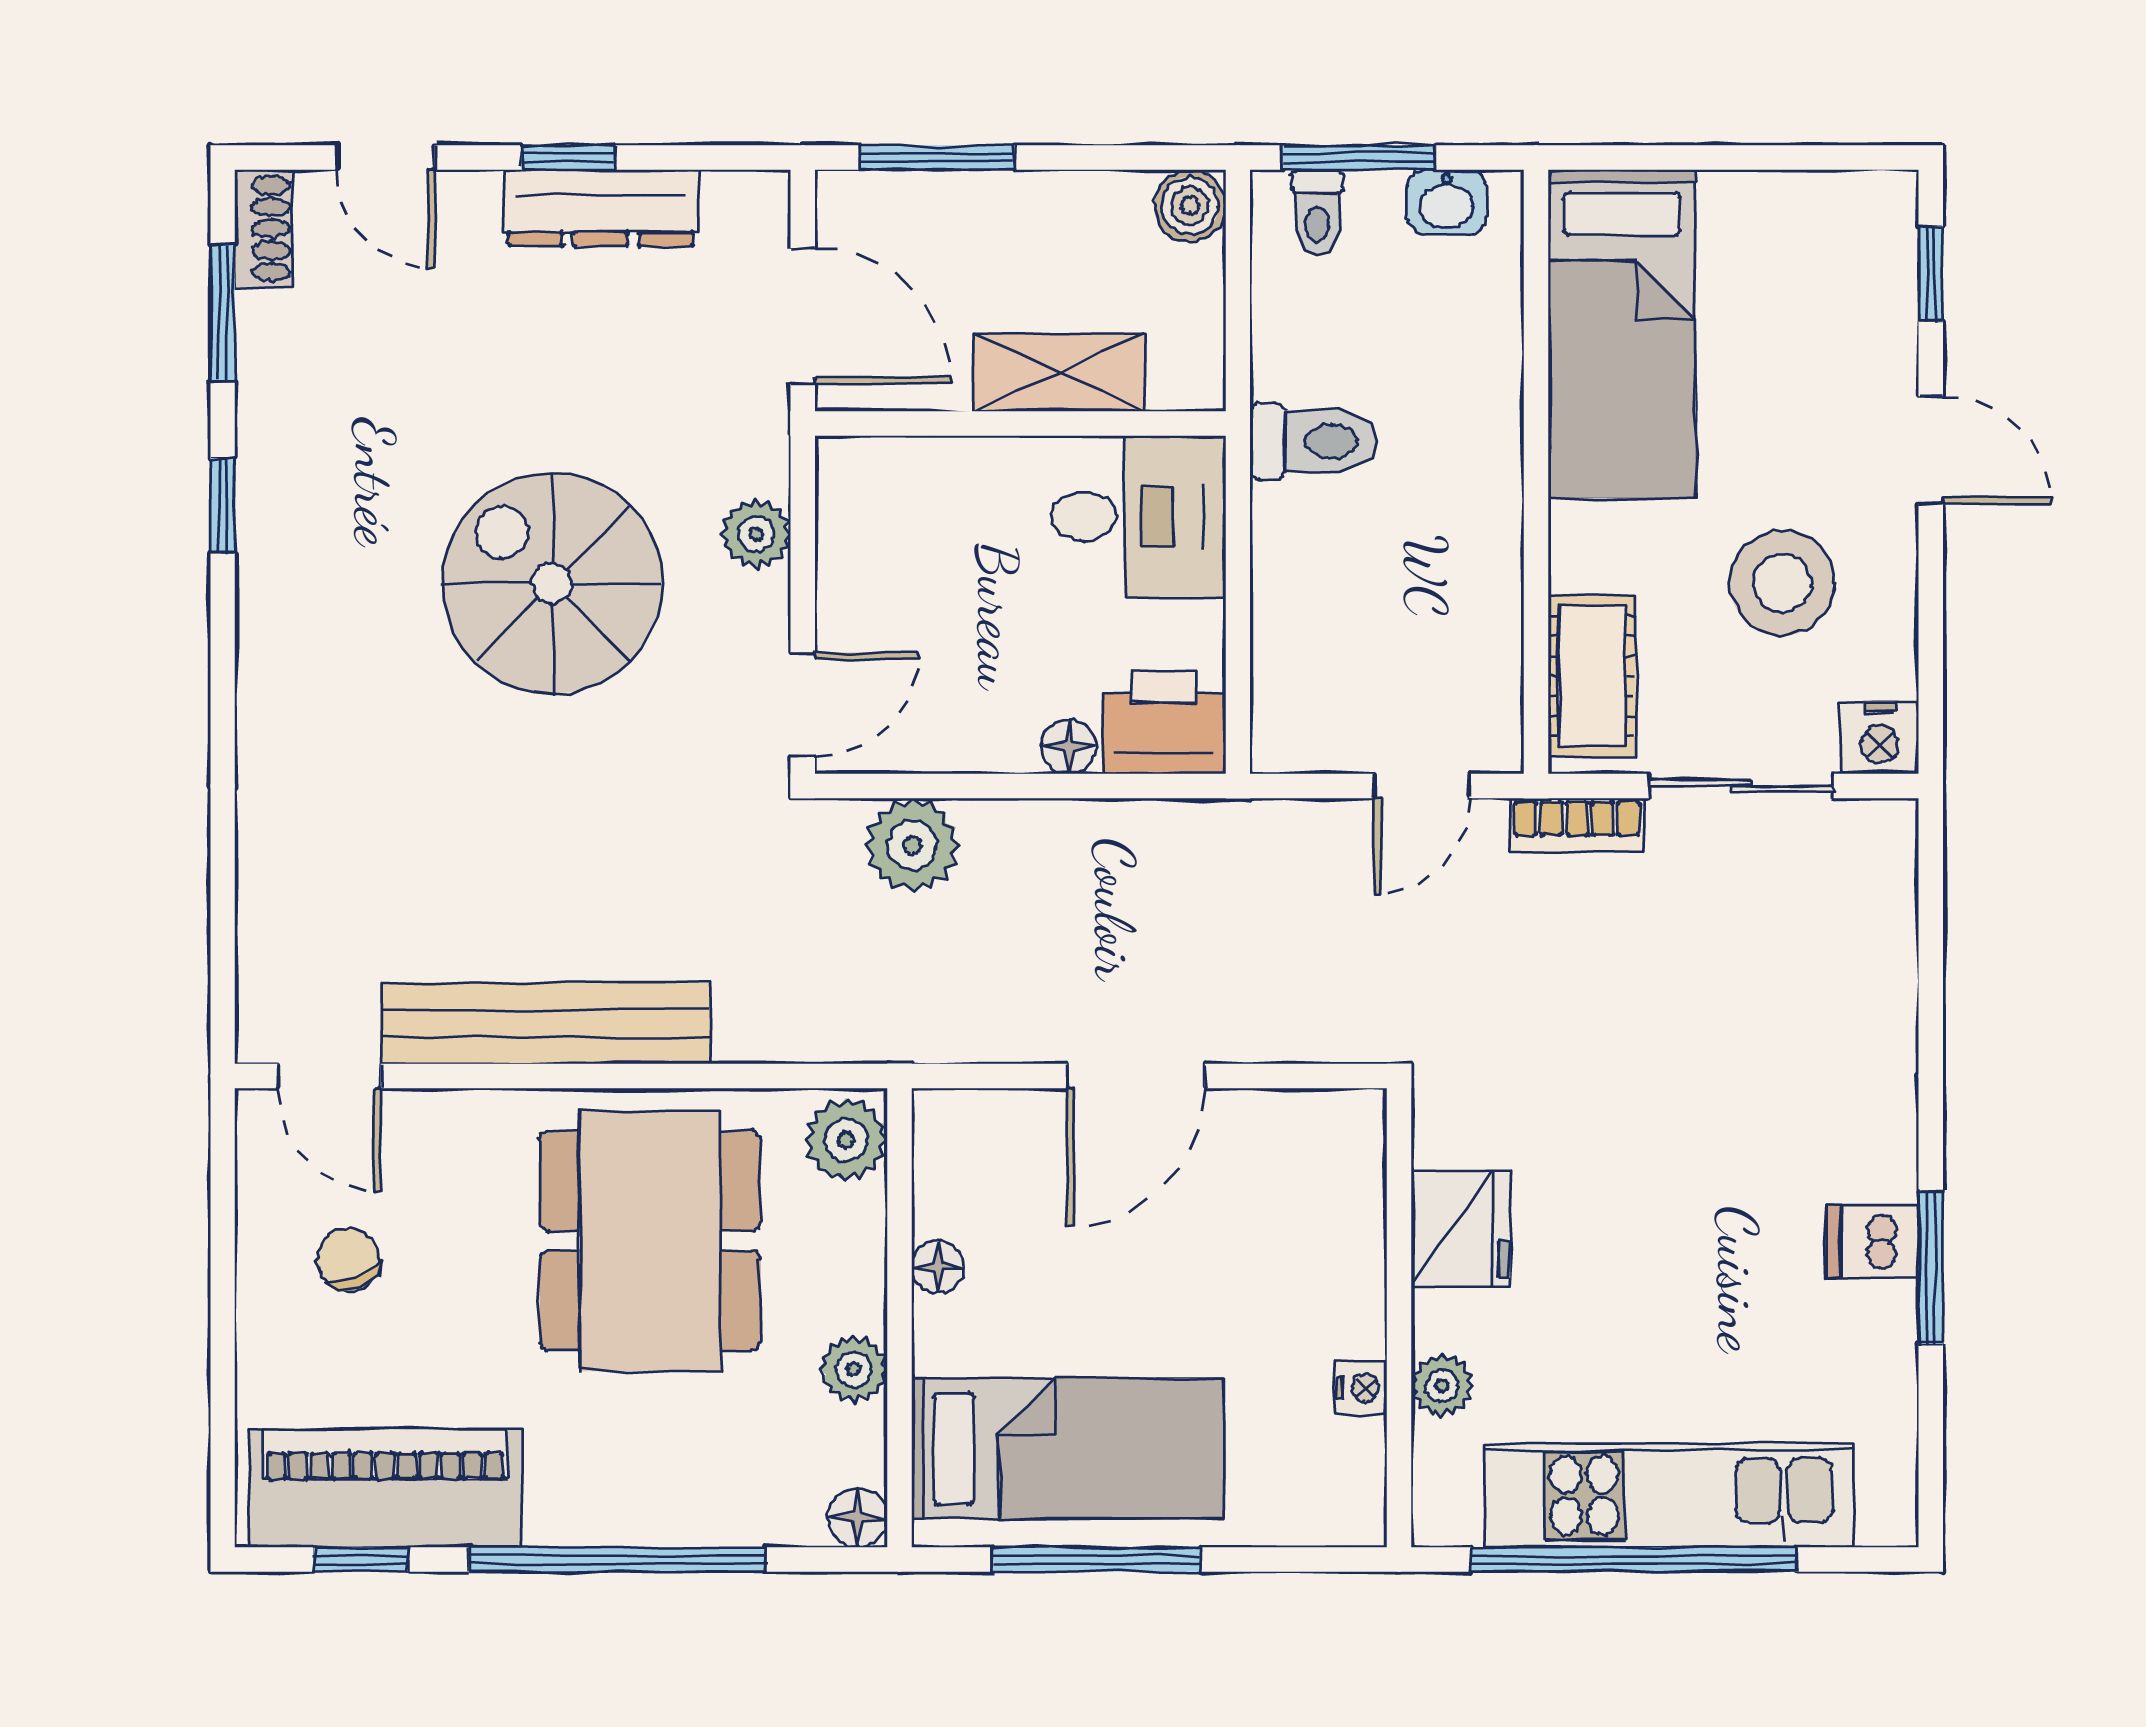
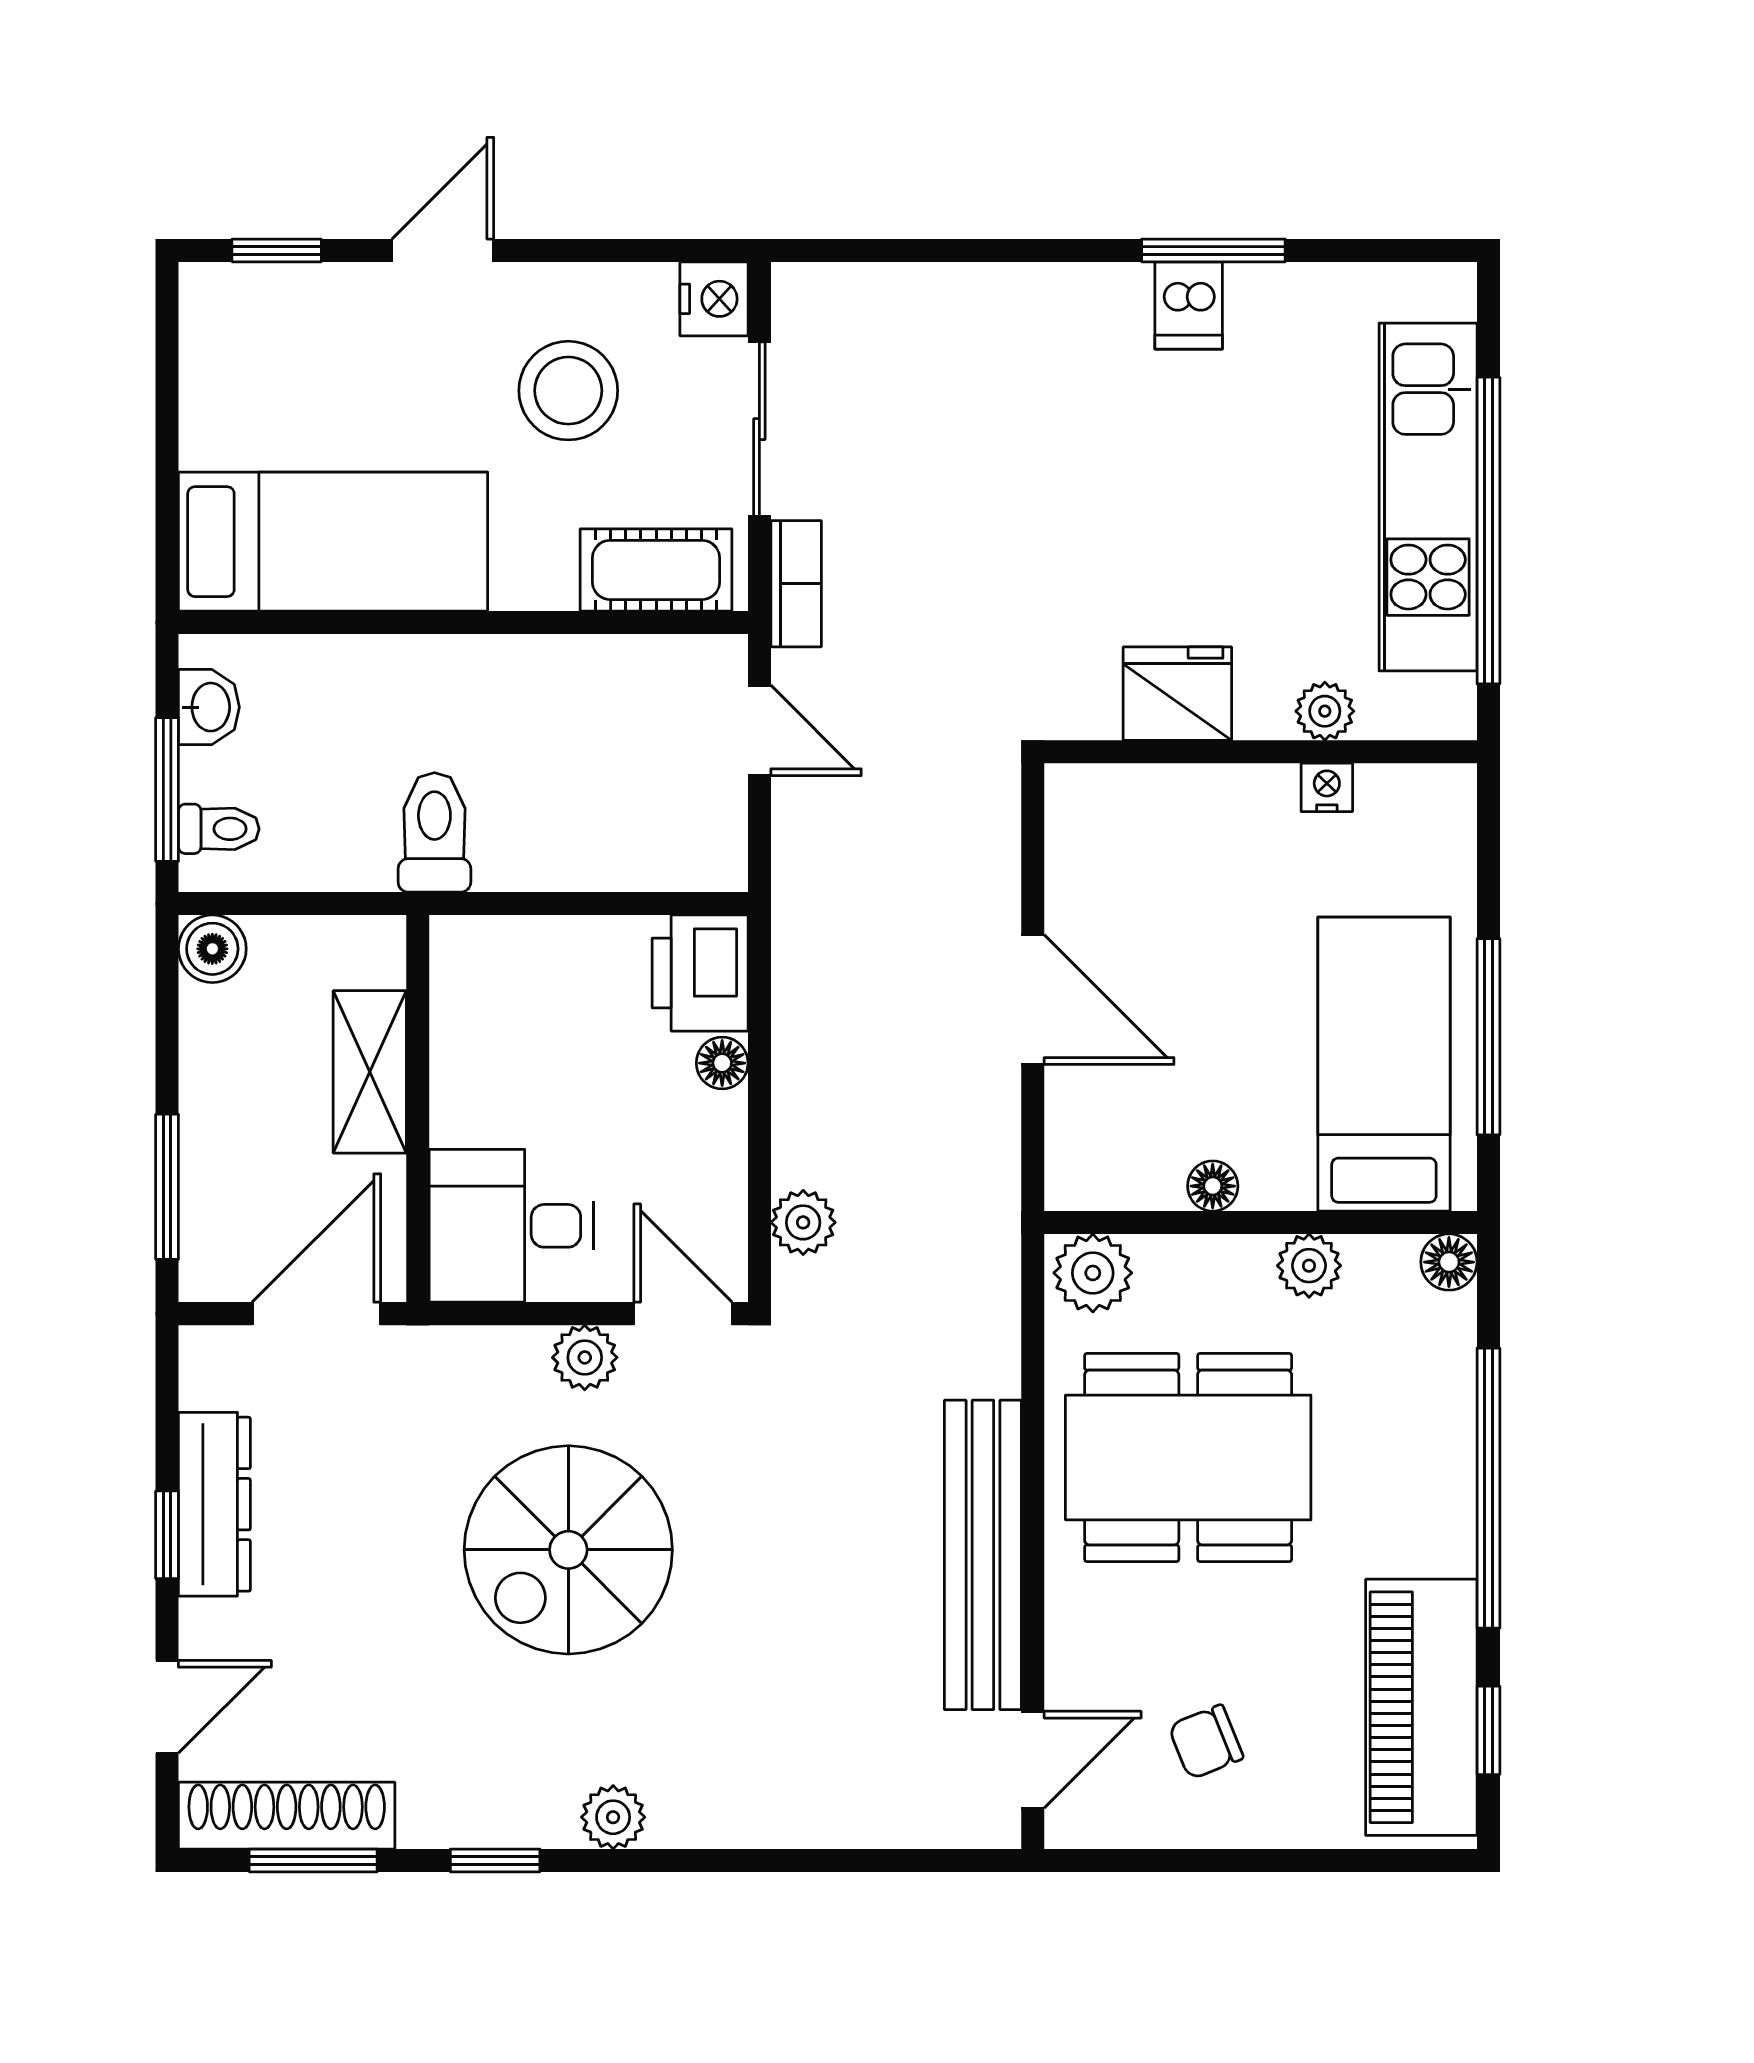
shoe rack: (263, 229) -> (287, 1816), width x1.94, depth x1.24
desk: (1138, 517) -> (511, 1226), moved, turned -90
plant: (756, 534) -> (585, 1357), moved
plant: (268, 631) -> (613, 1817), added
plant: (912, 845) -> (803, 1222), width x0.73, depth x0.73

